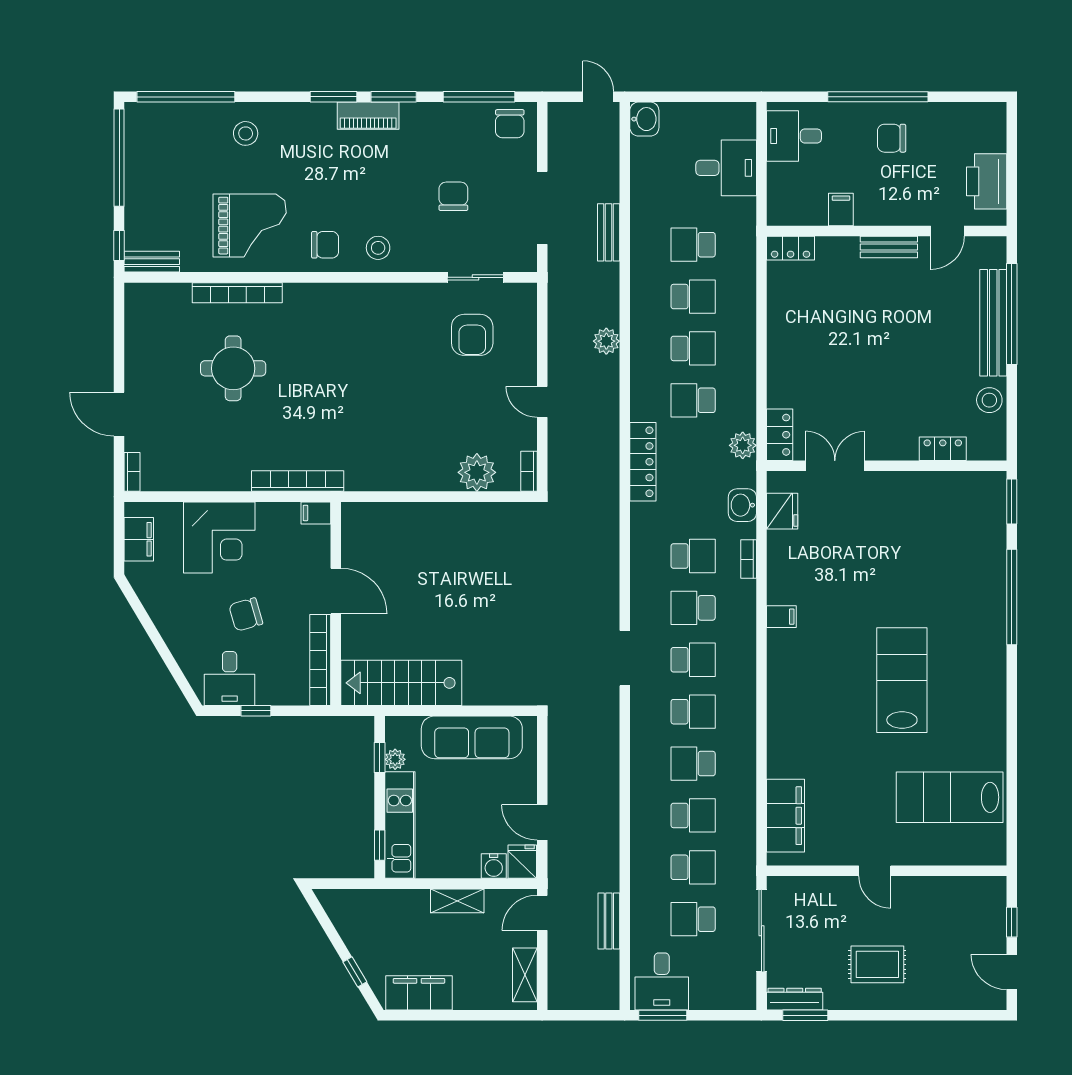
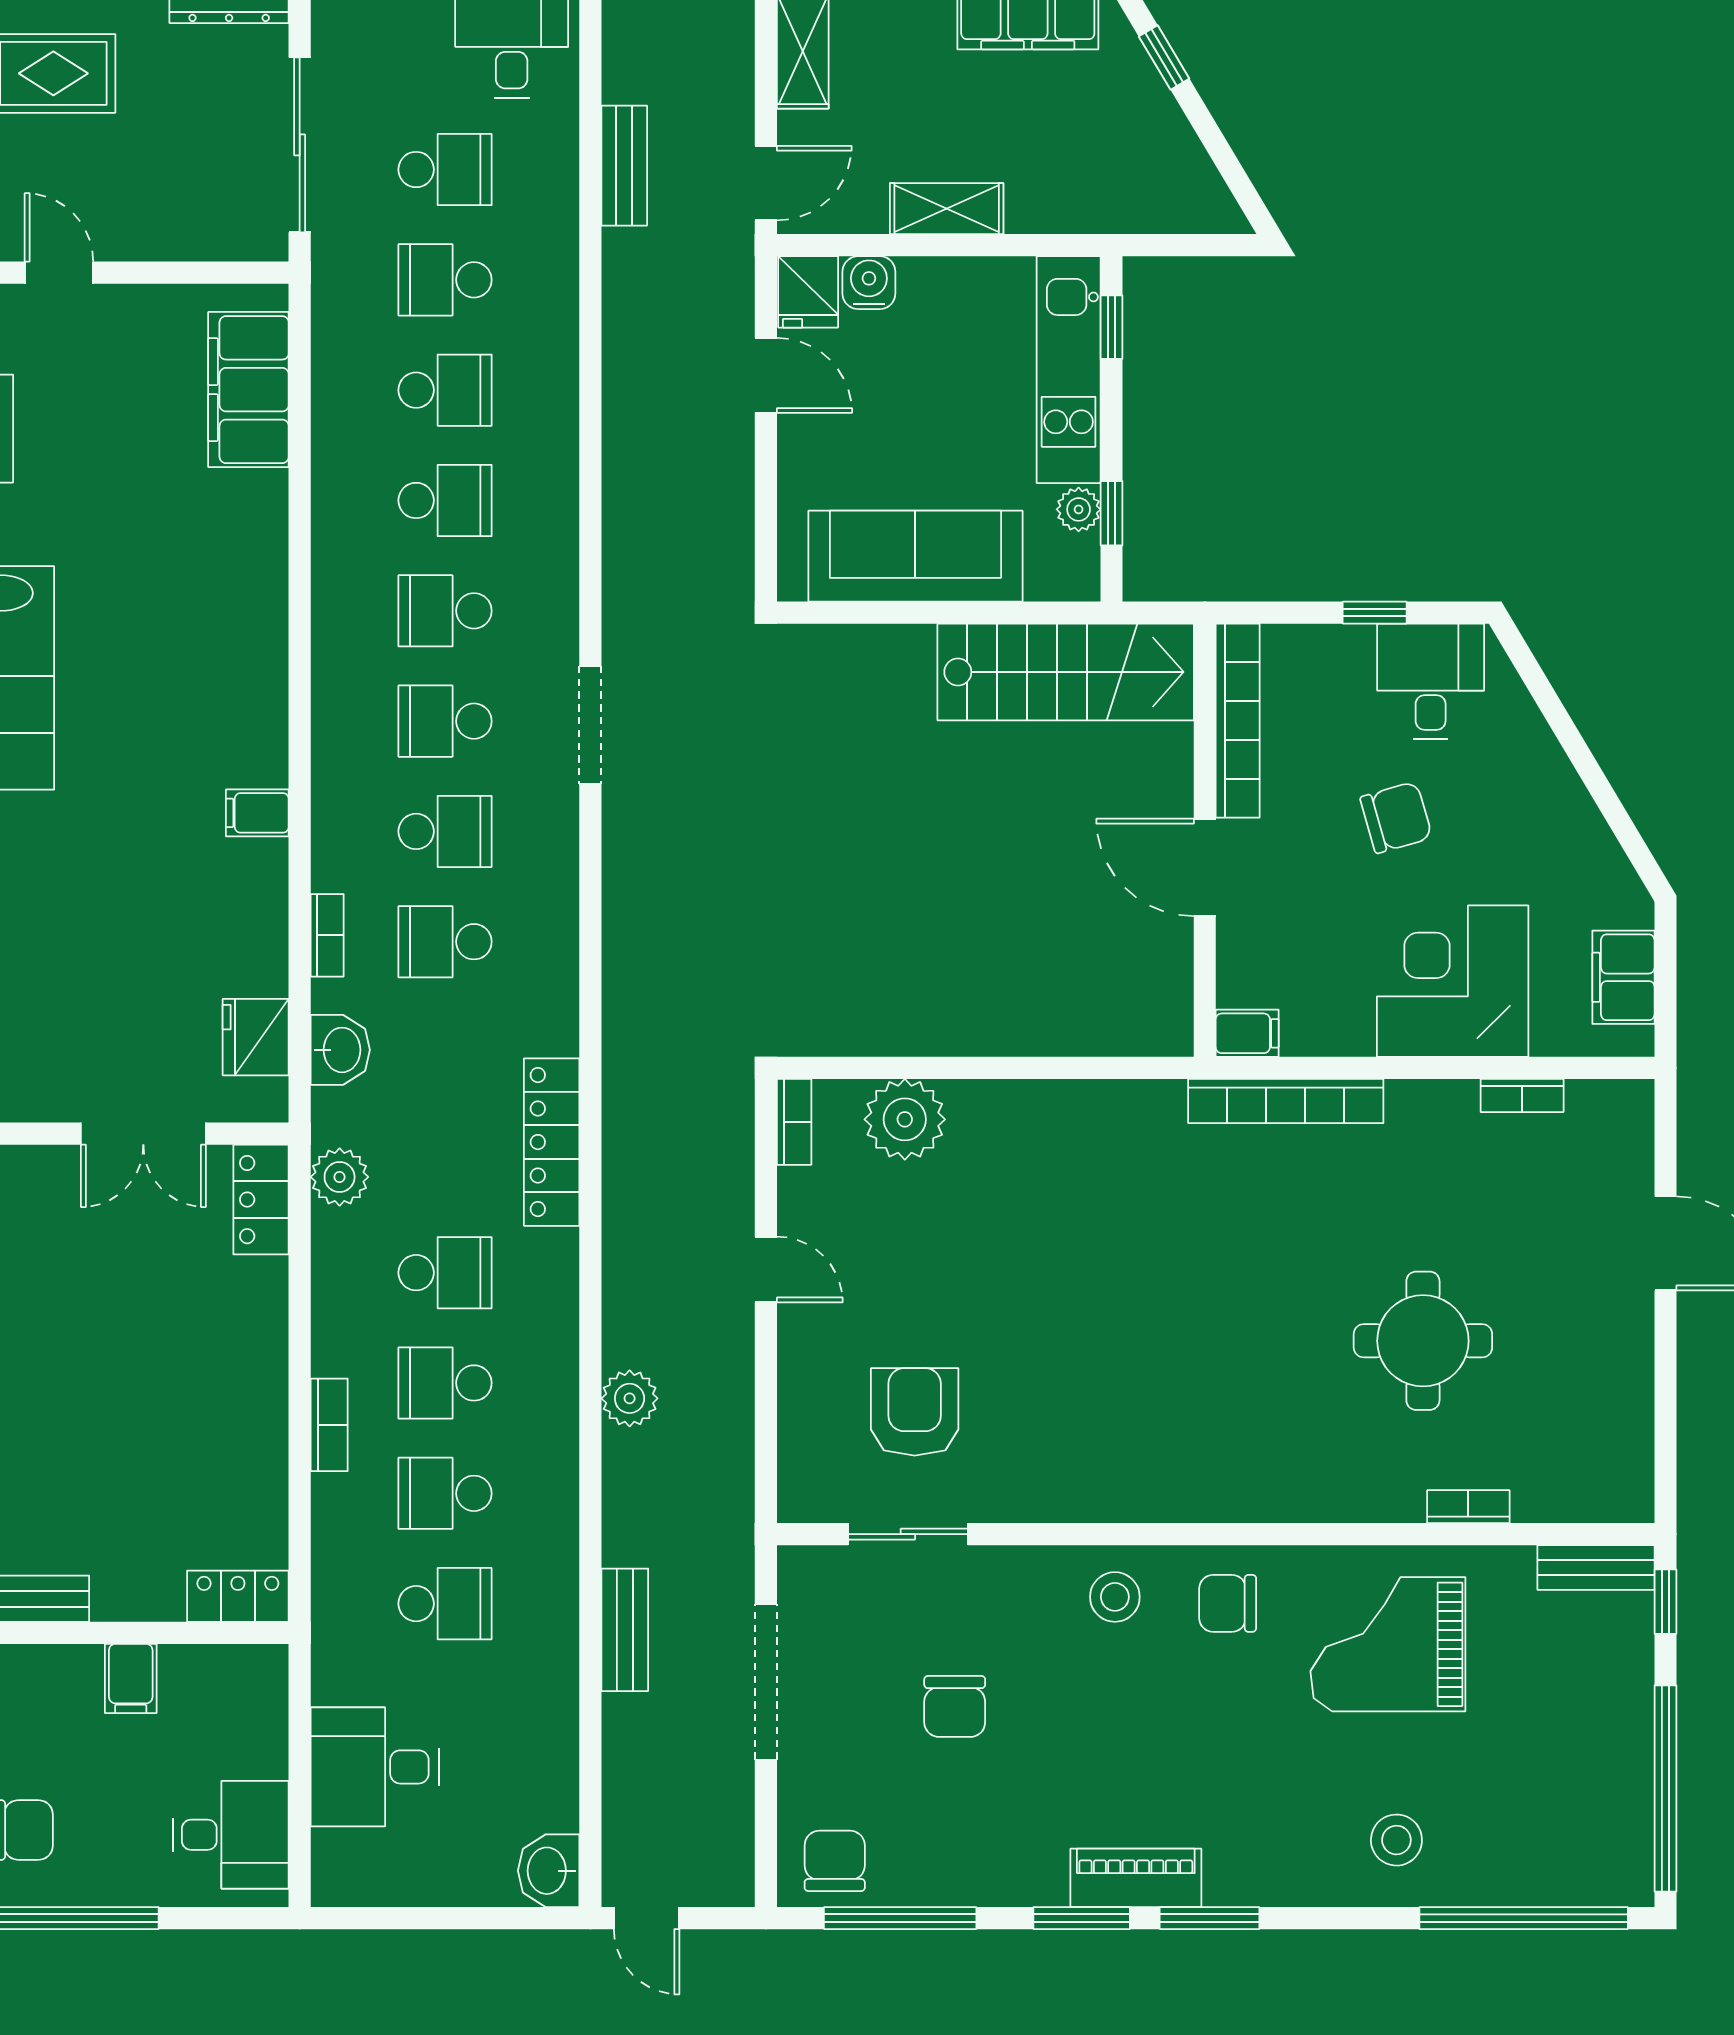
bookcase: (237, 293) -> (1468, 1507), width x0.43, depth x0.76
bookcase: (748, 329) -> (329, 1425), added
bookcase: (132, 472) -> (1522, 1095), moved, turned -90
school desk: (693, 815) -> (445, 390), turned 180

